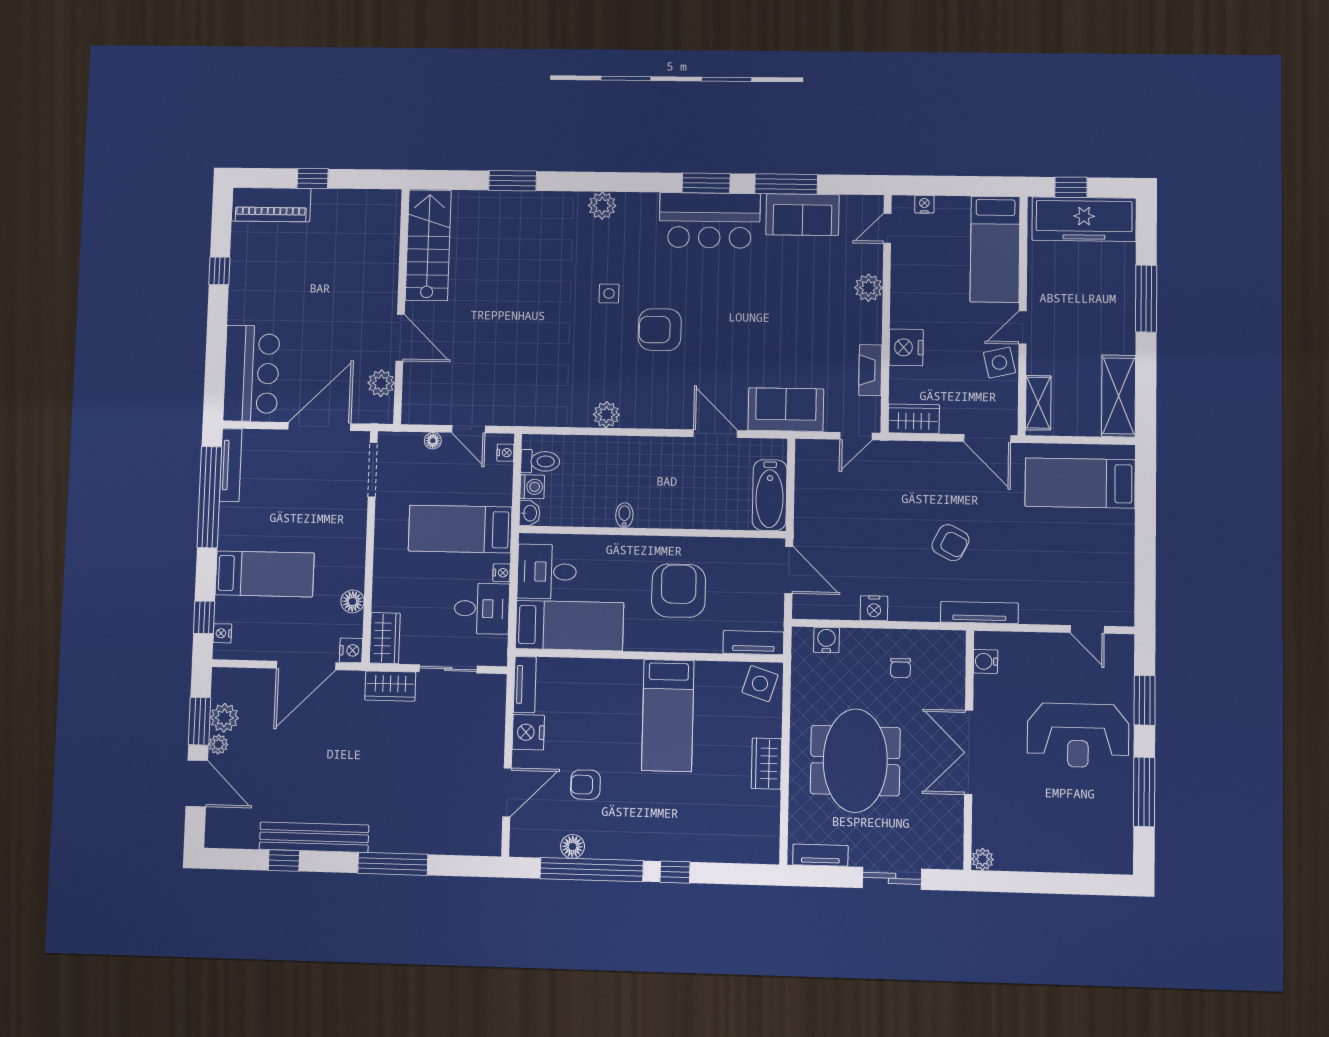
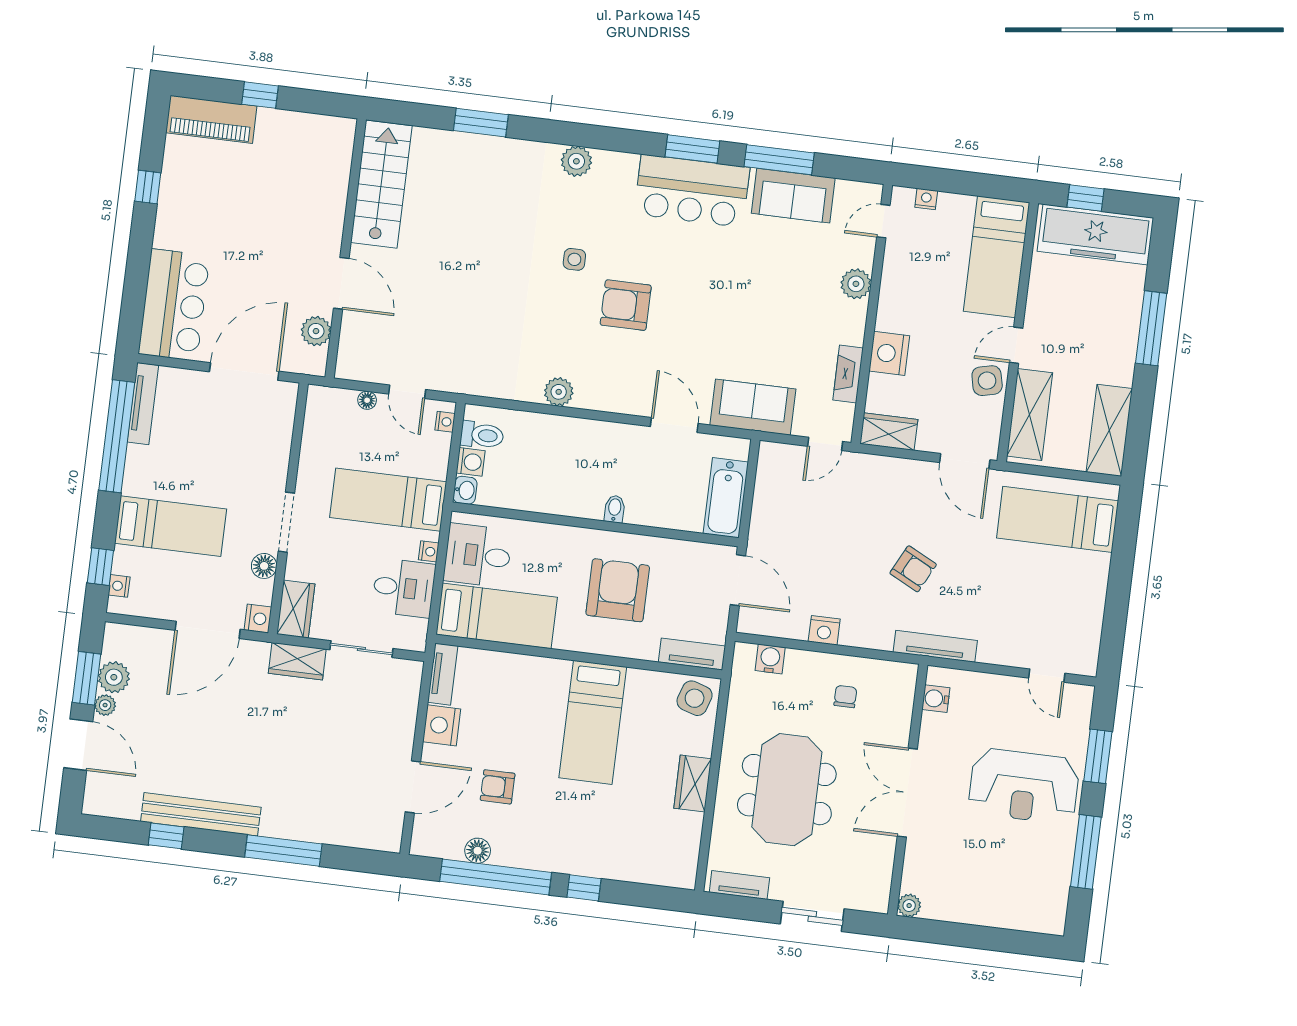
shelving: (1038, 403) -> (1030, 414), width x1.50, depth x1.33
doorway: (373, 470) -> (286, 522), moved
bidet: (624, 515) -> (615, 509), moved
chair: (901, 668) -> (845, 697), turned 180

